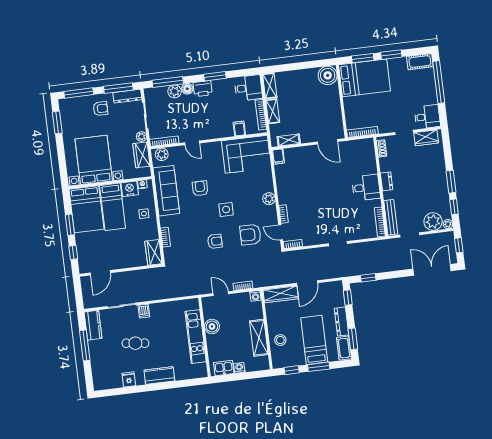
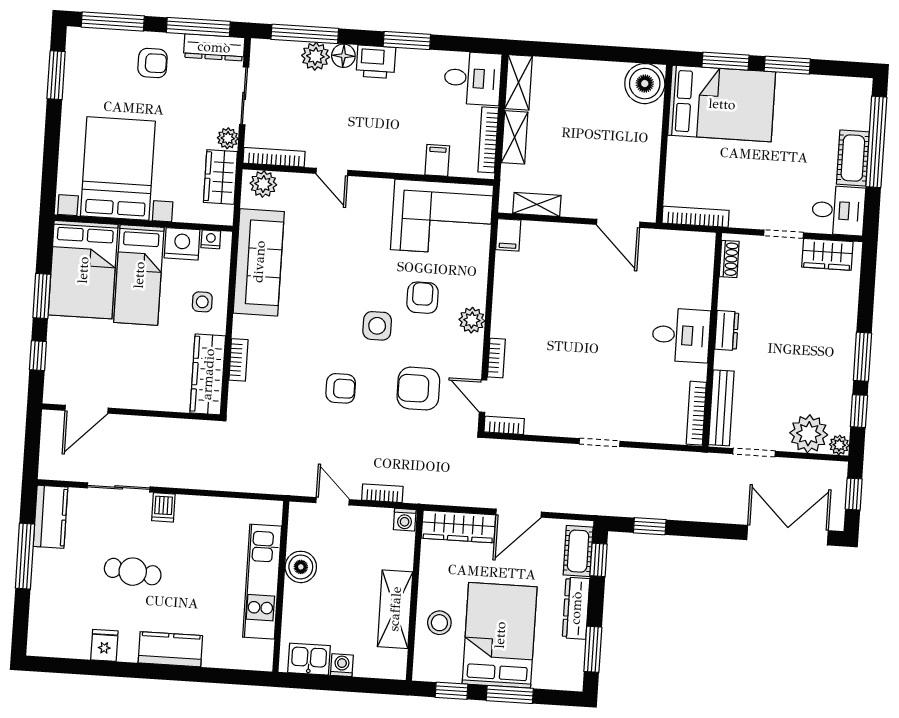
cot: (420, 62) -> (853, 158), moved, turned 90
armchair: (200, 188) -> (423, 298), moved
wardrobe: (153, 252) -> (208, 374), width x1.50
bed: (314, 340) -> (500, 635), width x1.50
cot: (344, 348) -> (578, 551), moved

